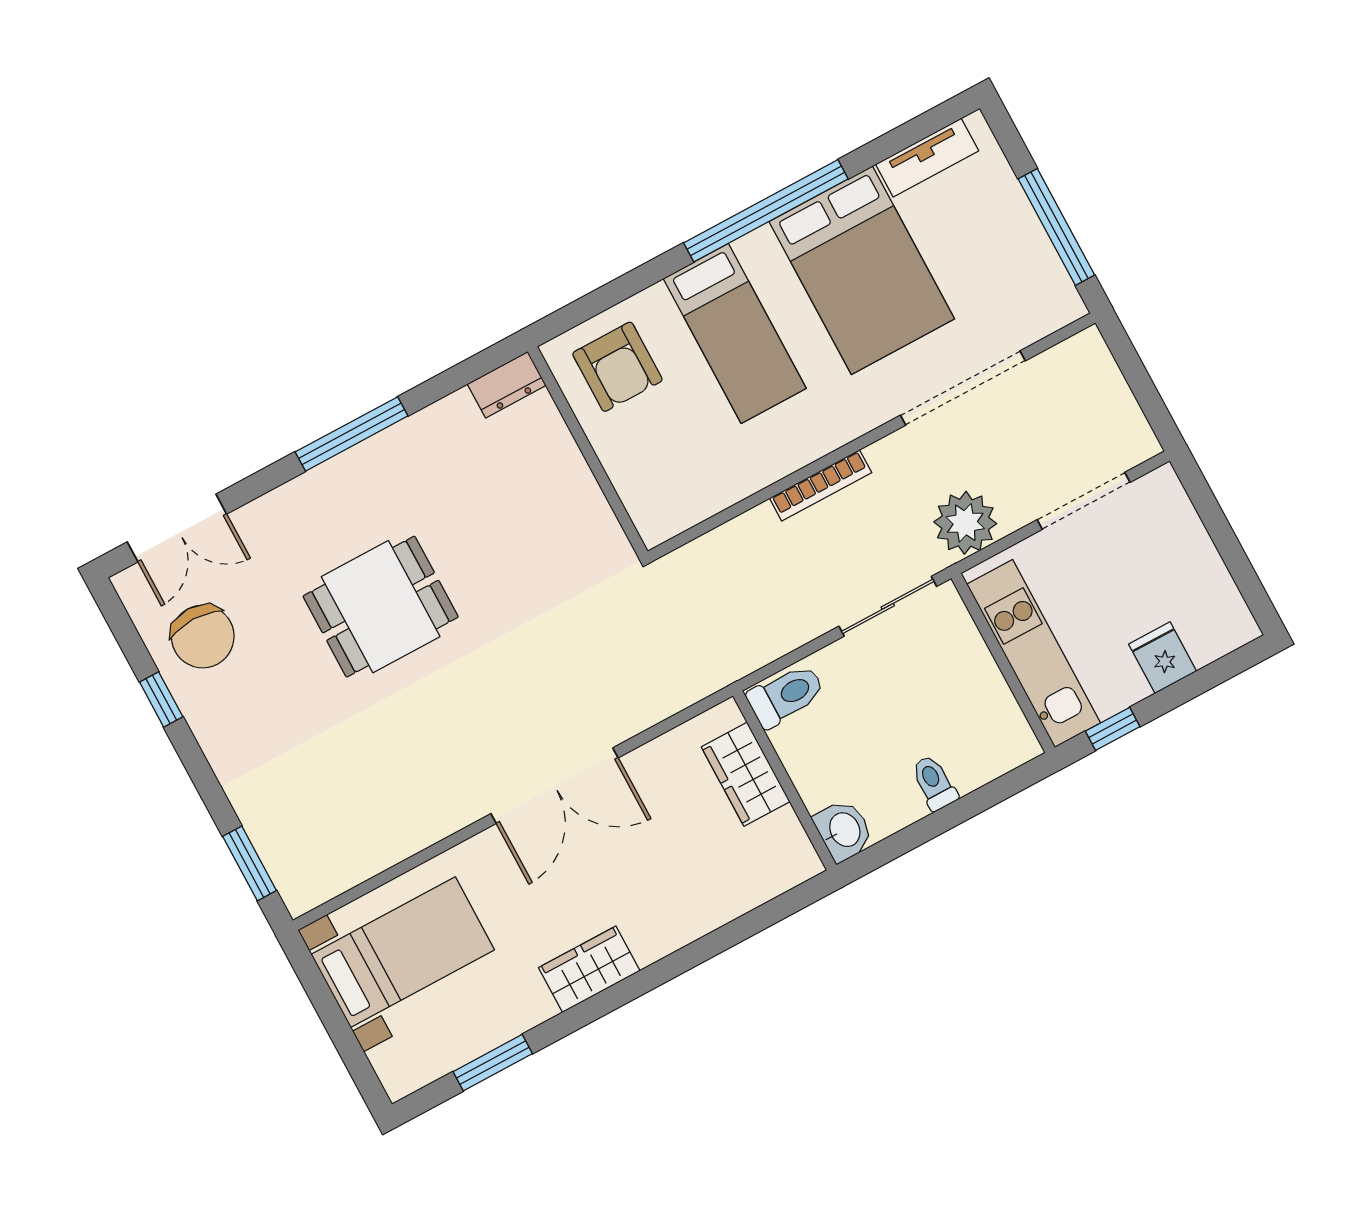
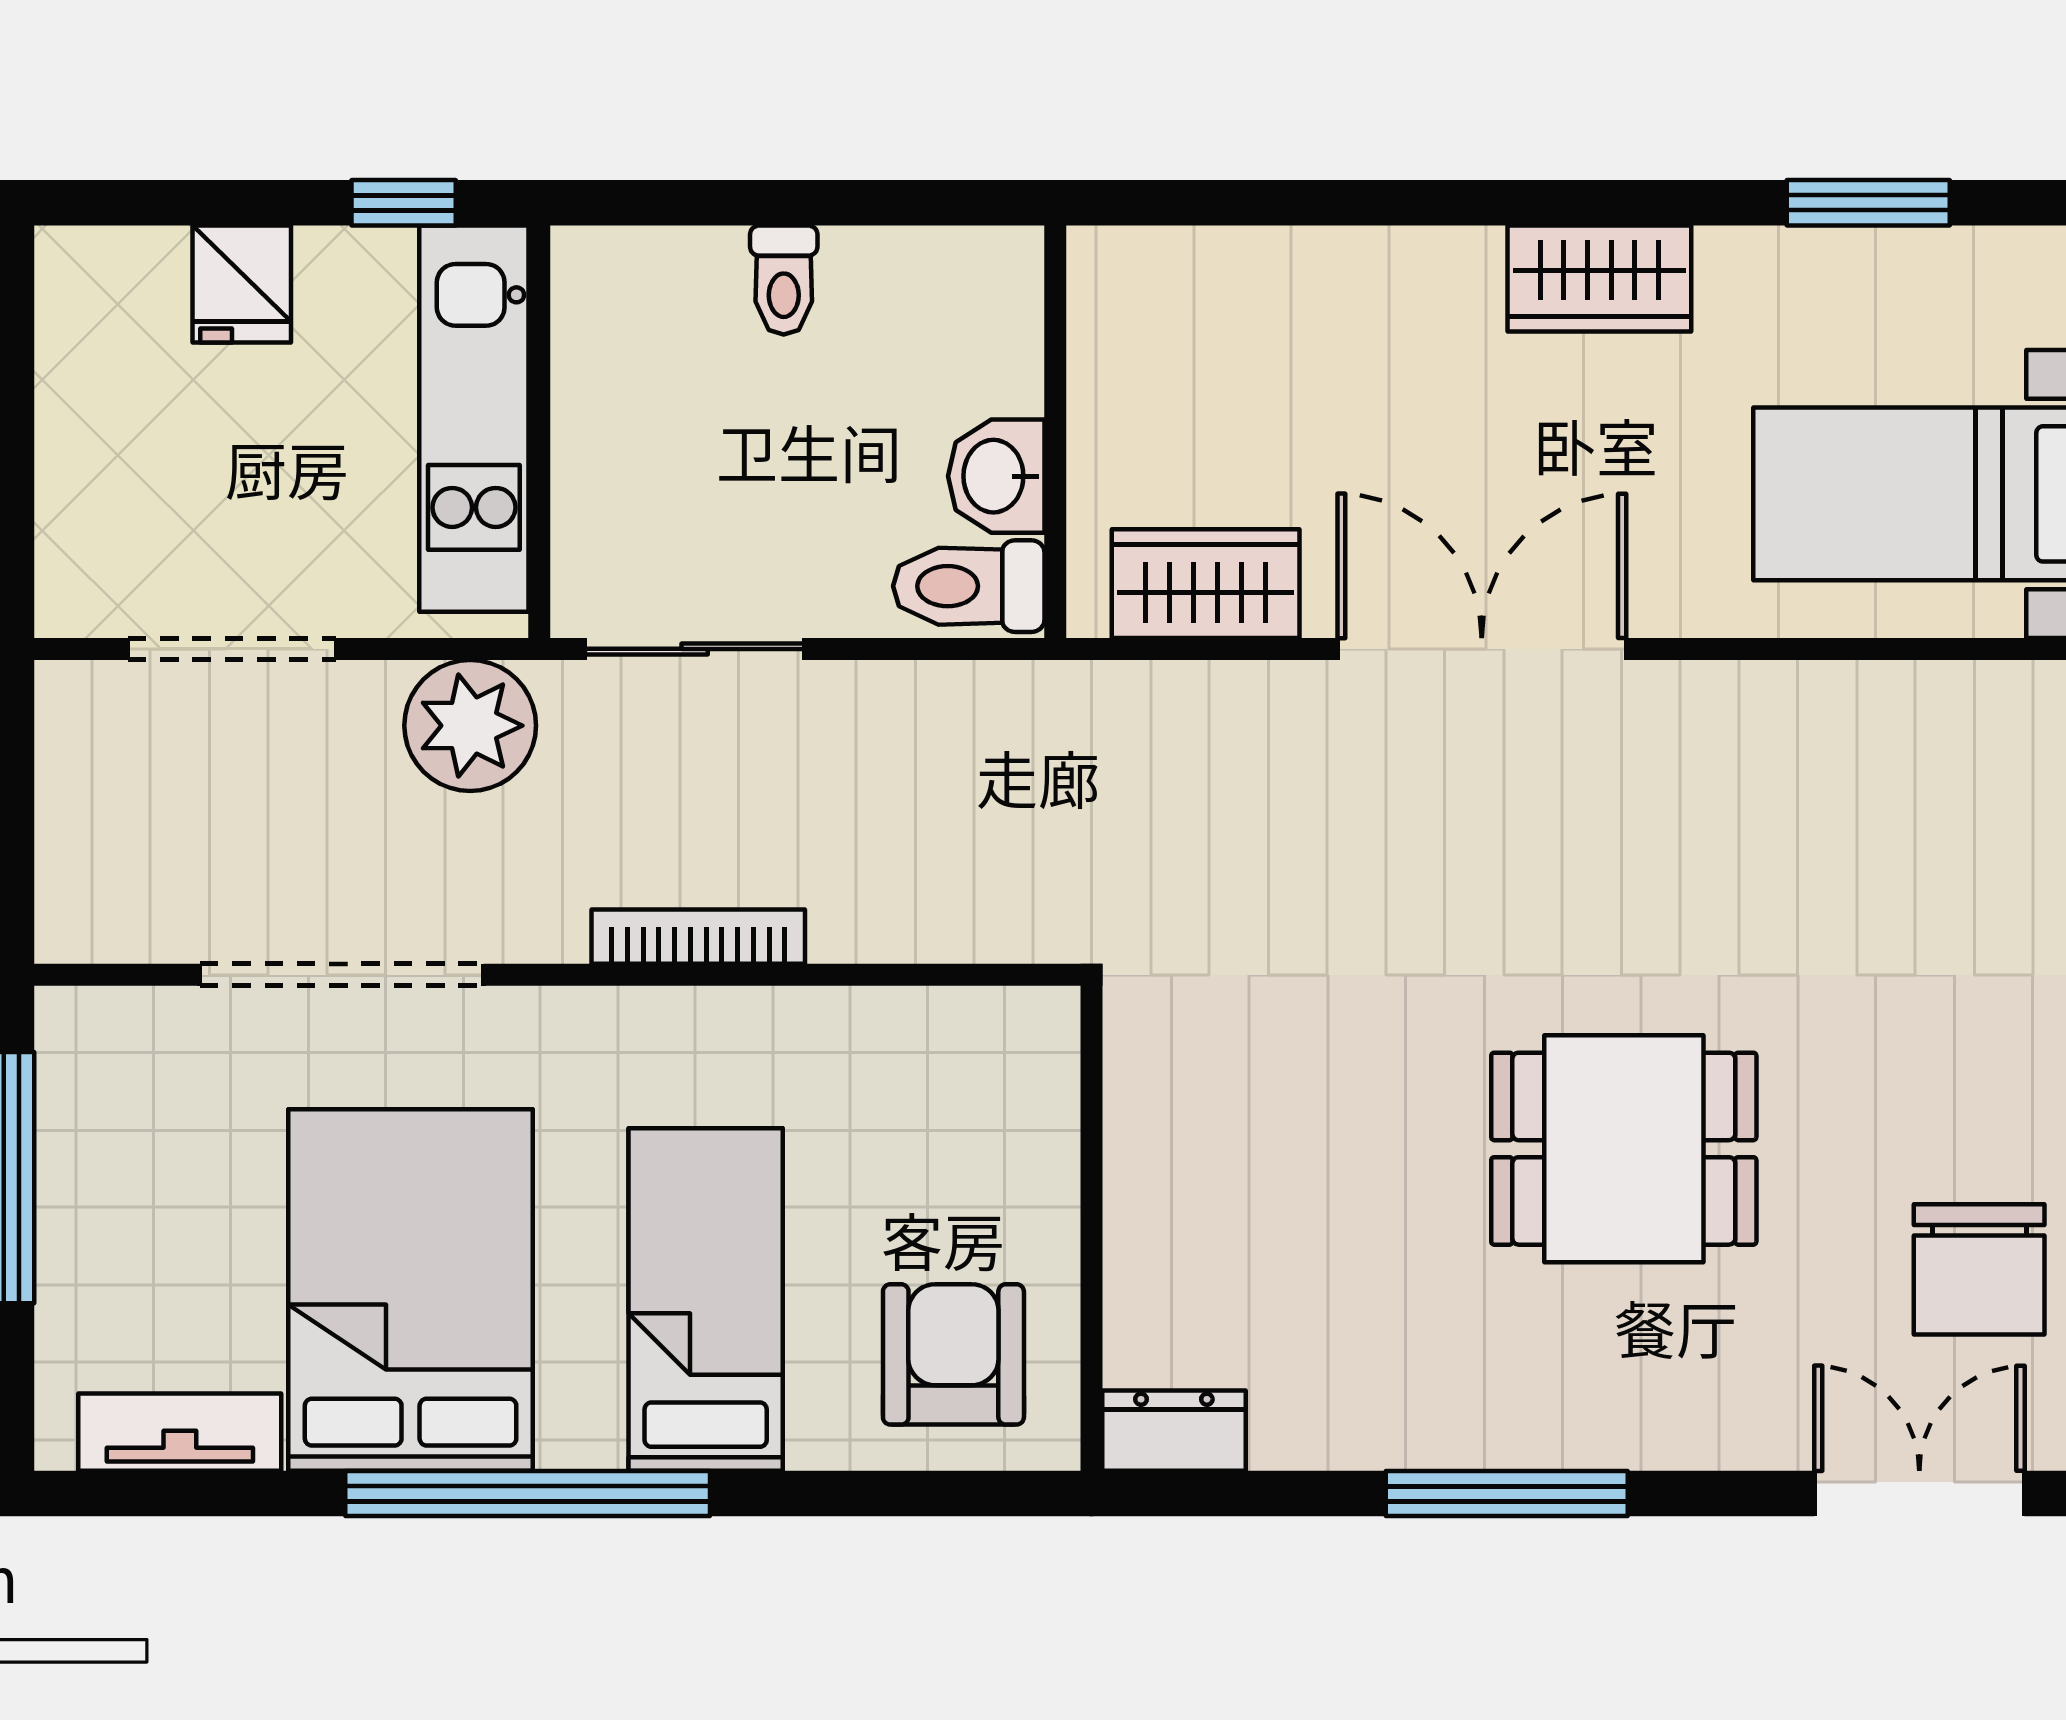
chair: (203, 636) -> (1979, 1269), turned 180
wardrobe: (746, 774) -> (1206, 584), moved, turned -90
washbasin: (844, 830) -> (996, 476), moved

